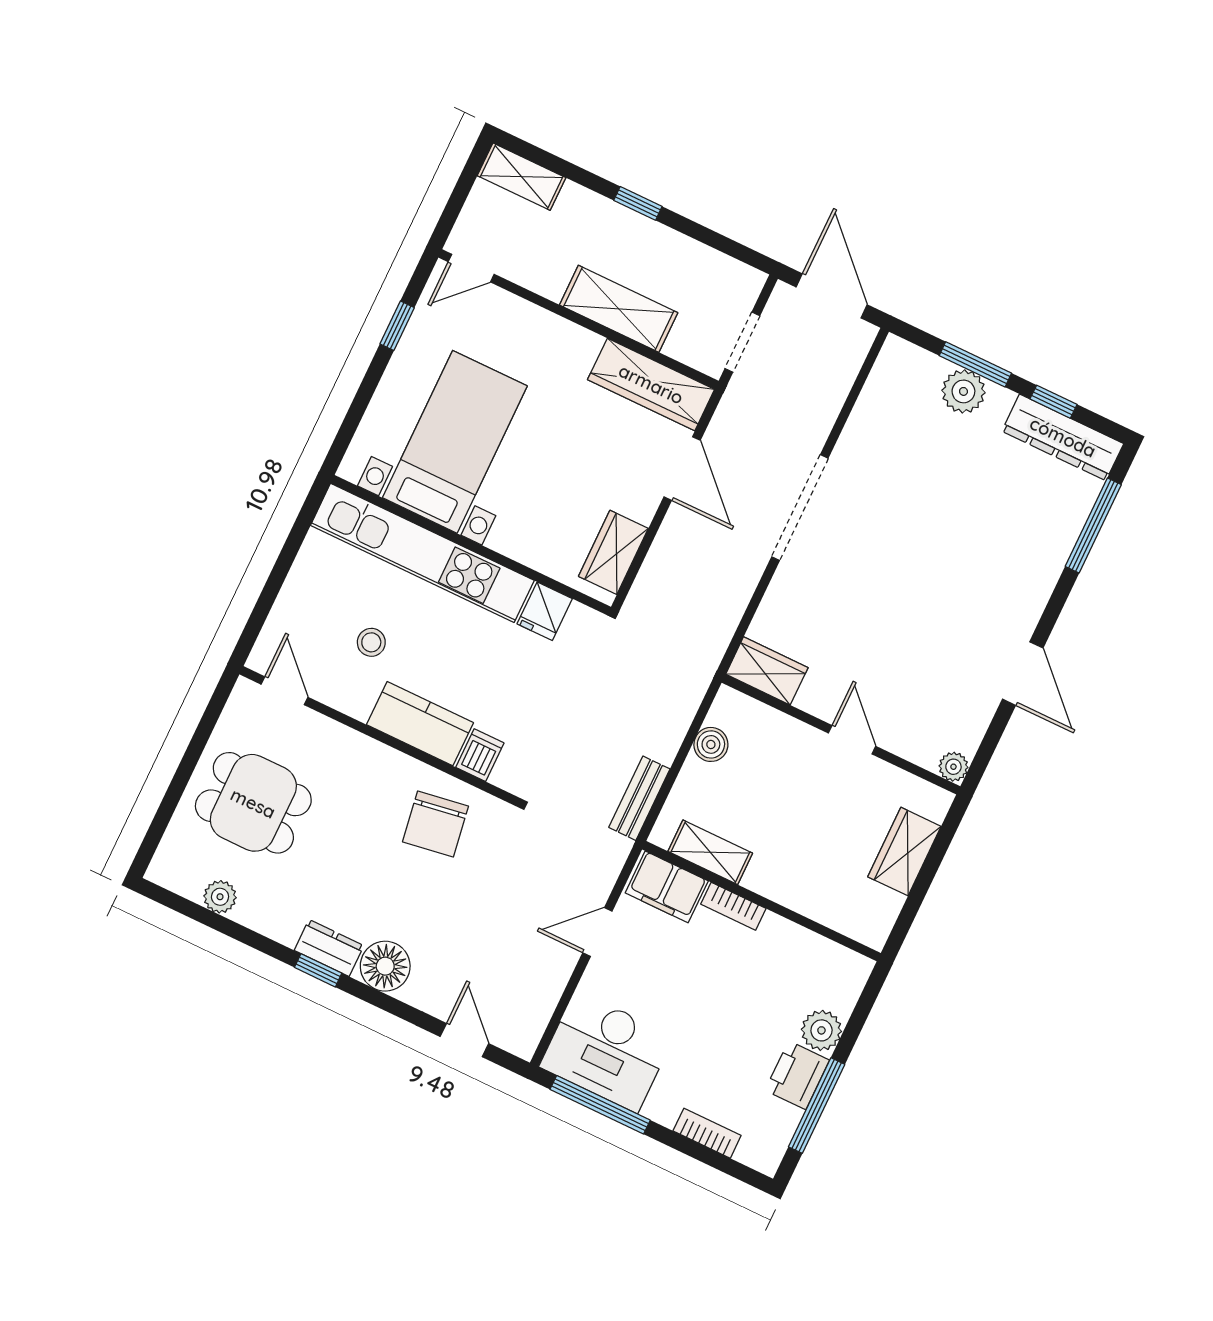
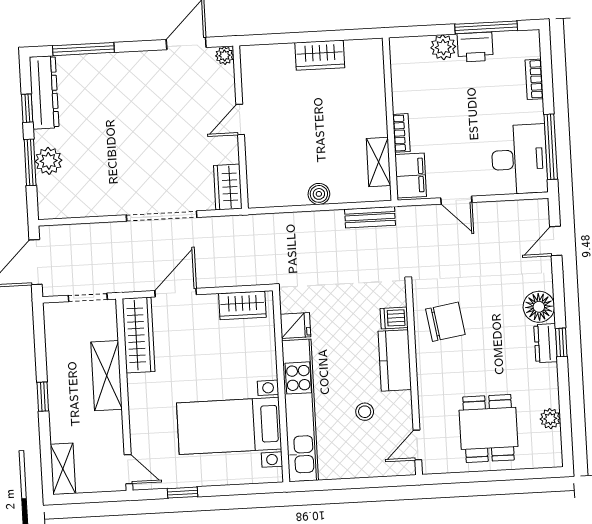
wardrobe: (767, 671) -> (228, 187), moved
wall: (841, 734) -> (241, 127), moved
door: (852, 740) -> (240, 119), moved
plant: (953, 767) -> (225, 55), moved

